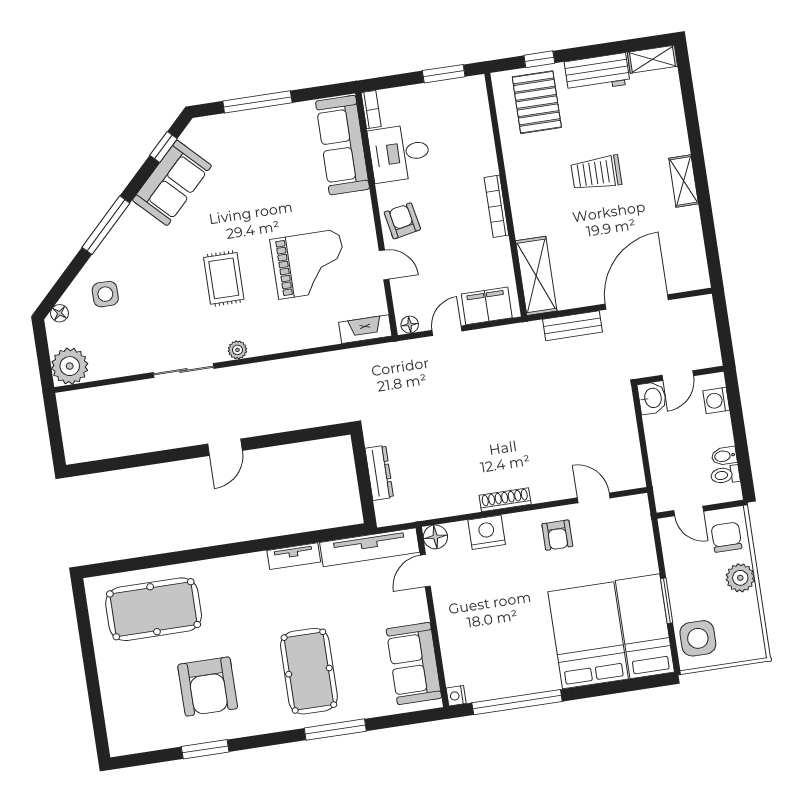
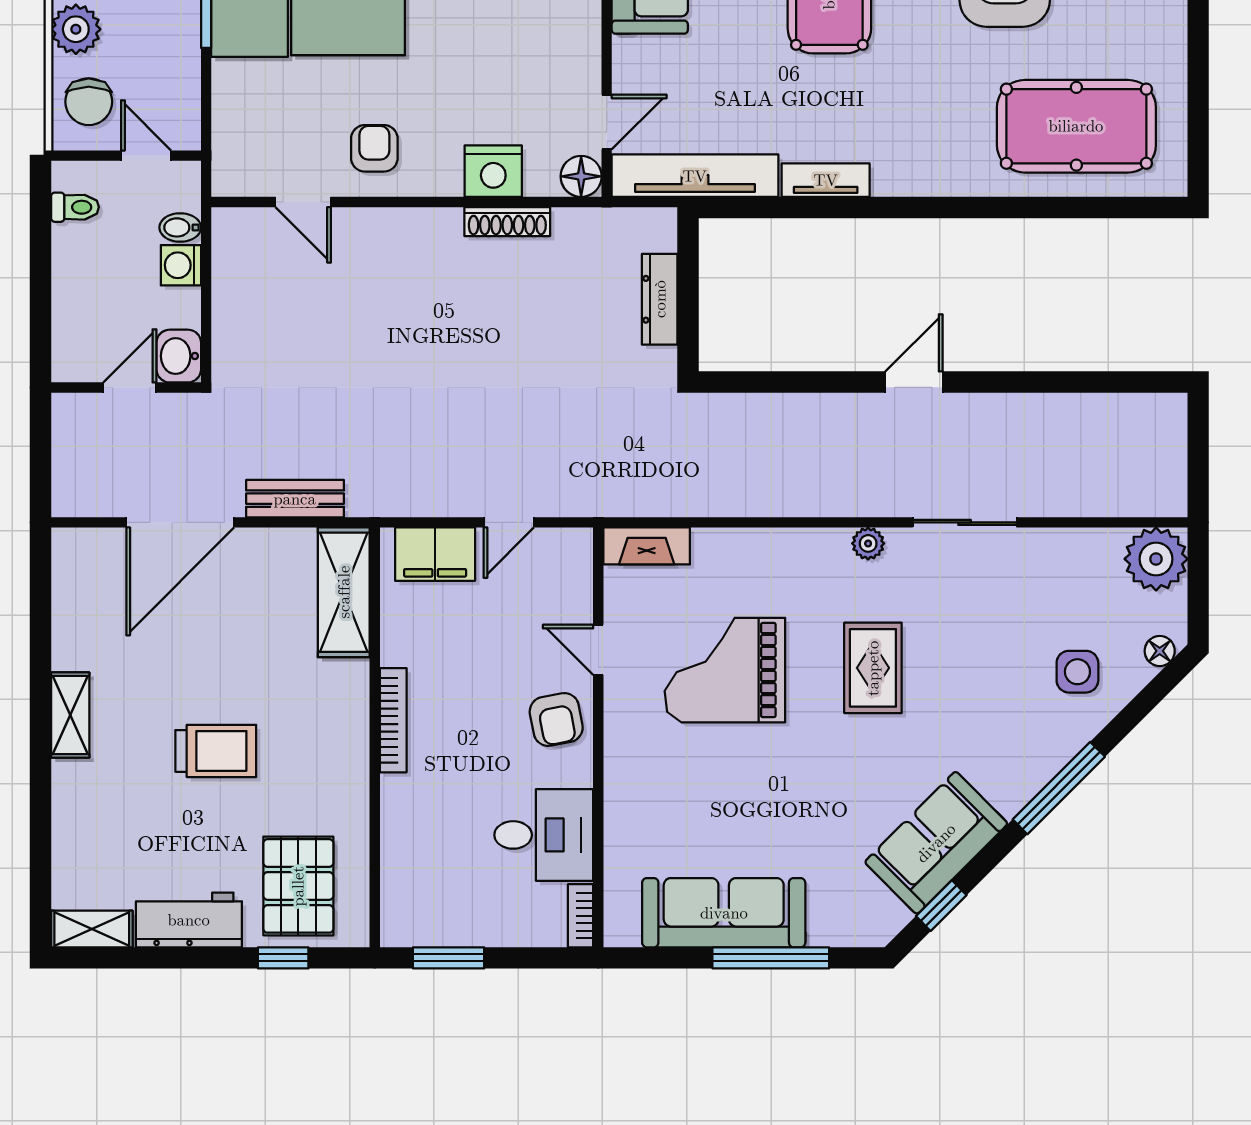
sofa: (343, 145) -> (724, 913), moved, turned -90
floor lamp: (410, 325) -> (570, 542), removed
washing machine: (716, 400) -> (181, 265), moved, turned 180
bidet: (724, 456) -> (180, 227), moved, turned 180
shoe rack: (505, 500) -> (507, 222), moved

